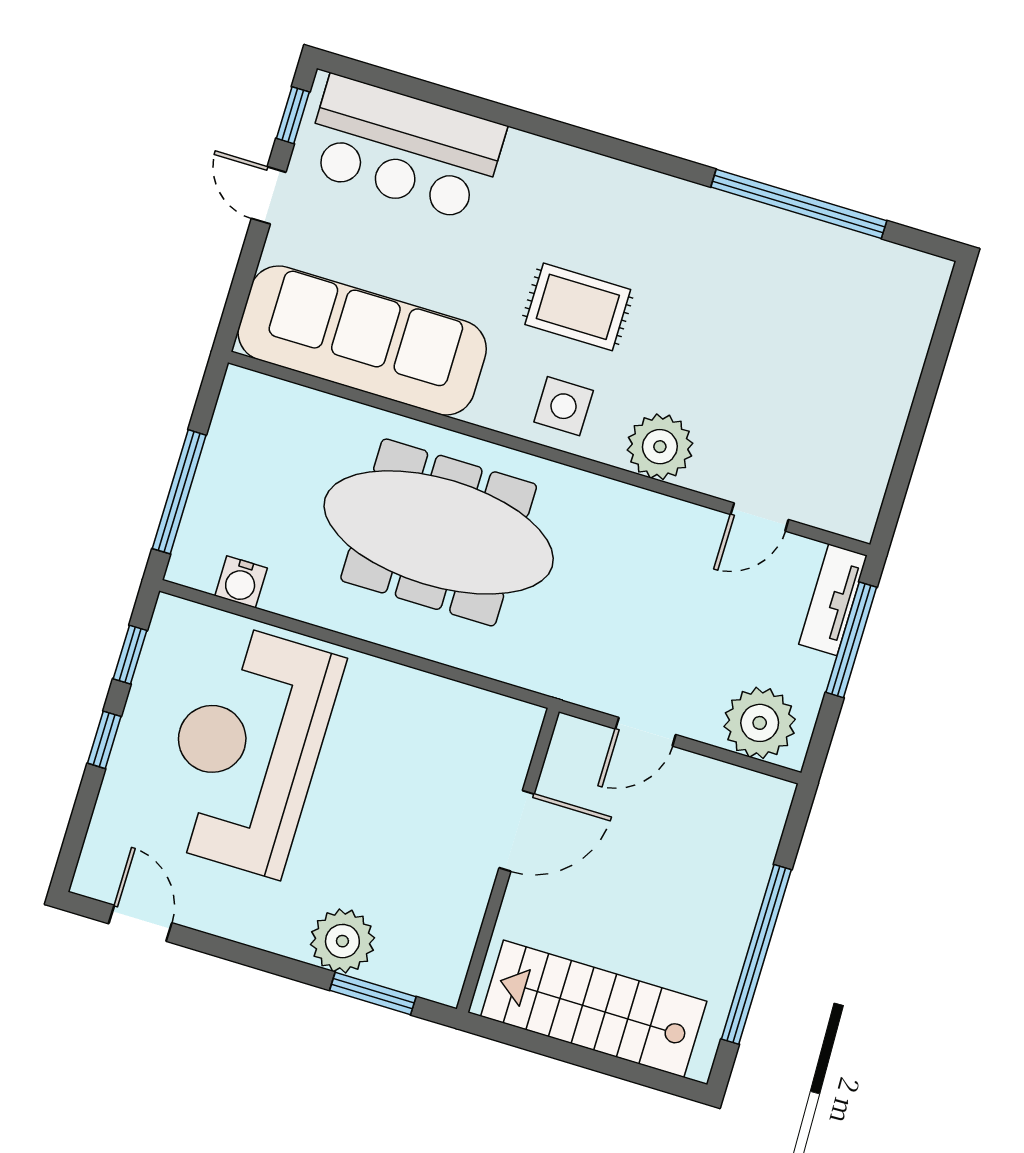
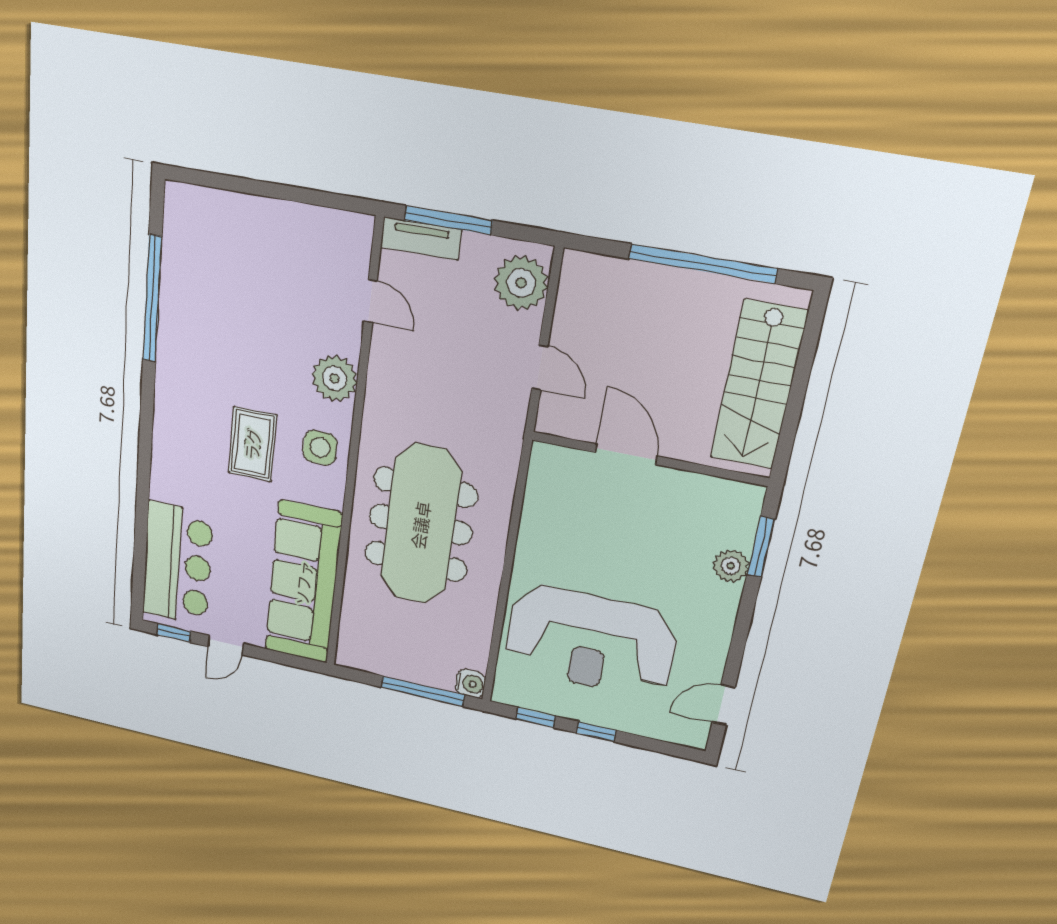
water cooler: (241, 582) -> (470, 684), moved
plant: (342, 941) -> (731, 566), width x0.73, depth x0.73

